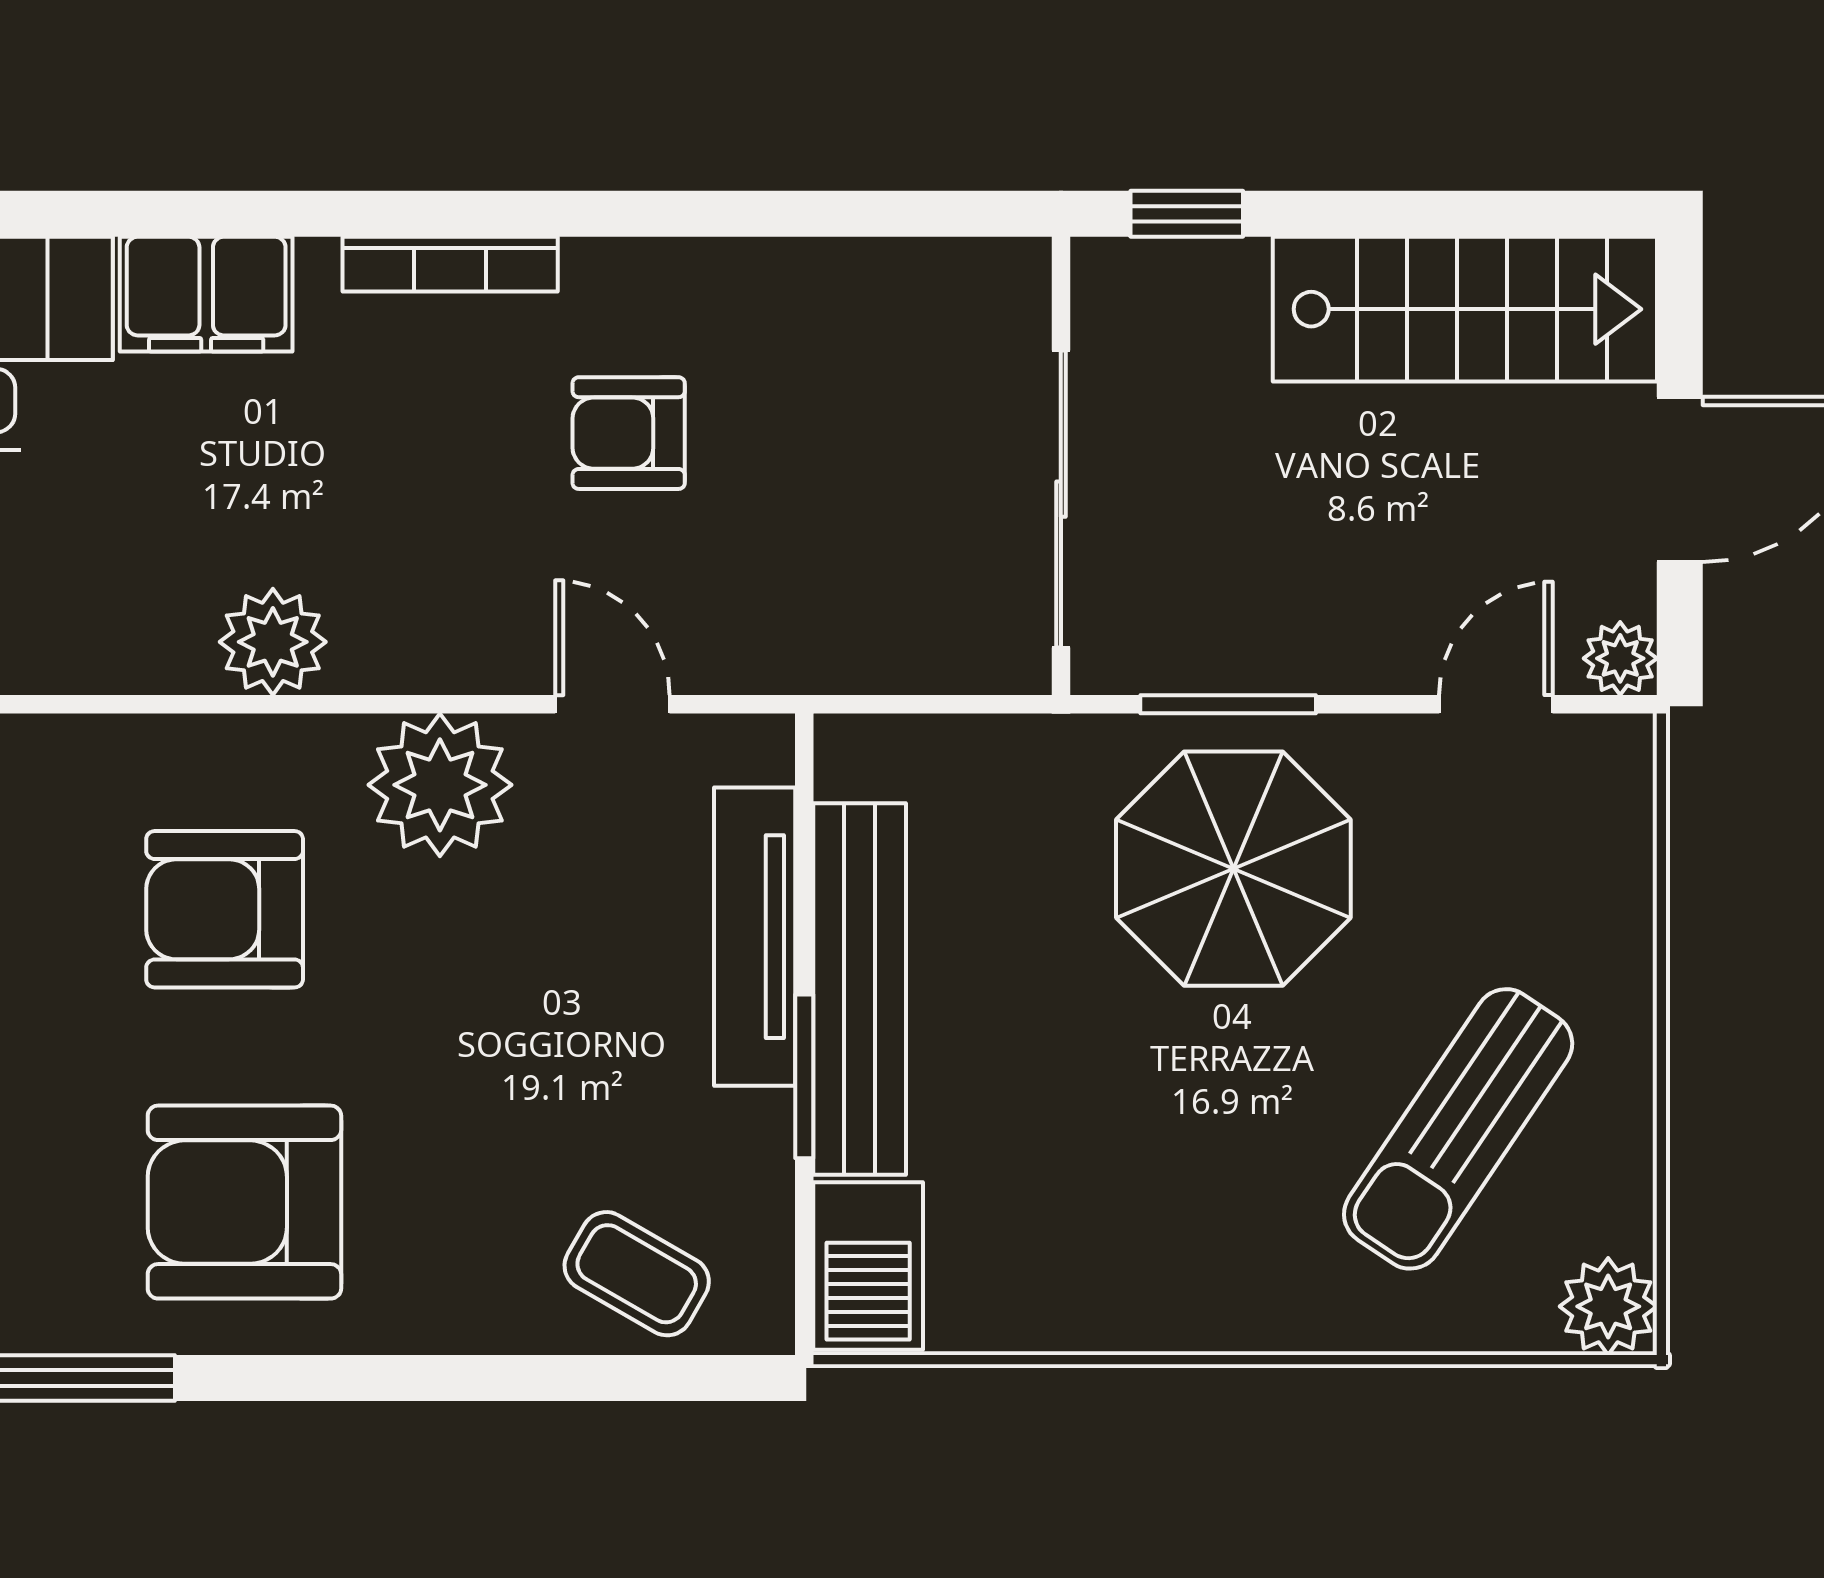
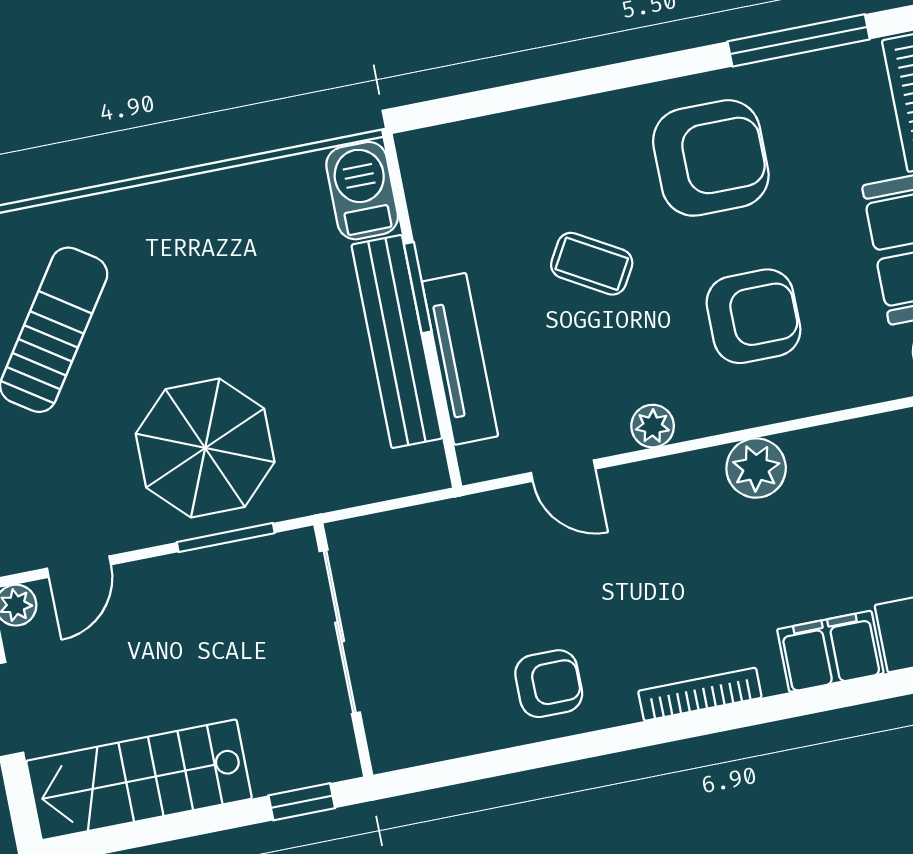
armchair: (629, 433) -> (549, 684), moved
plant: (440, 785) -> (653, 426), width x0.53, depth x0.53
coffee table: (637, 1274) -> (592, 264), moved

